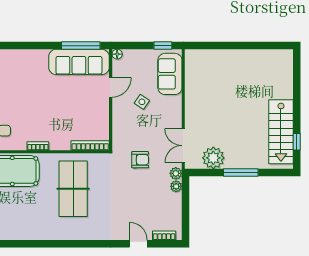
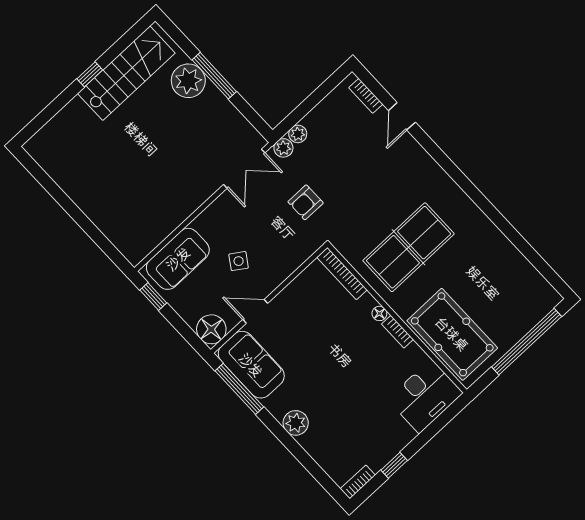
floor lamp: (117, 54) -> (211, 329), width x1.89, depth x1.89
plant: (40, 57) -> (296, 423), added
sofa: (79, 62) -> (251, 365), width x0.73
window: (297, 142) -> (90, 74), moved
floor lamp: (54, 146) -> (379, 313), added
plant: (213, 158) -> (188, 81), moved
armchair: (140, 160) -> (306, 202), turned -90

